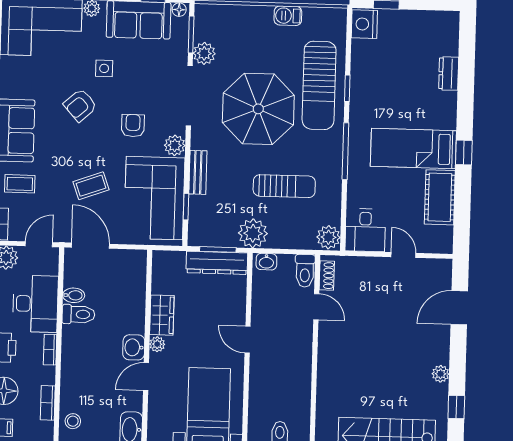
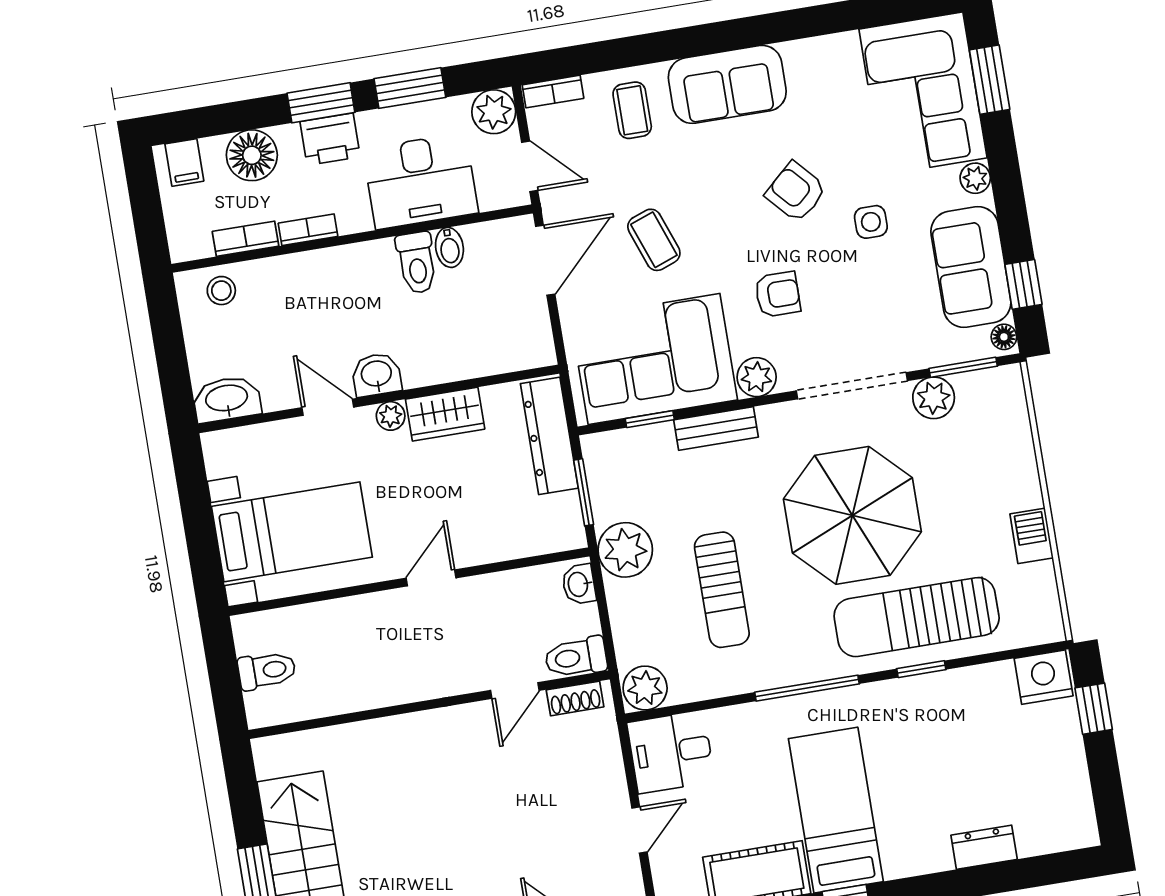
dresser: (217, 263) -> (549, 436), moved
bookcase: (50, 350) -> (308, 230), moved

